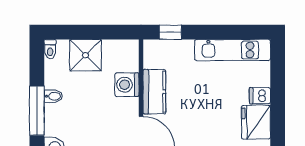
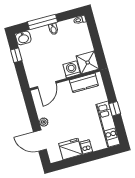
window: (170, 32) -> (115, 109), moved
shower: (85, 55) -> (88, 62), moved
kitchen counter: (154, 92) -> (84, 83), moved

